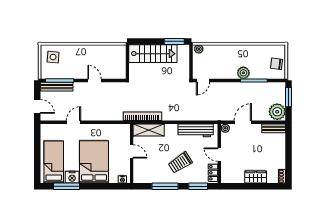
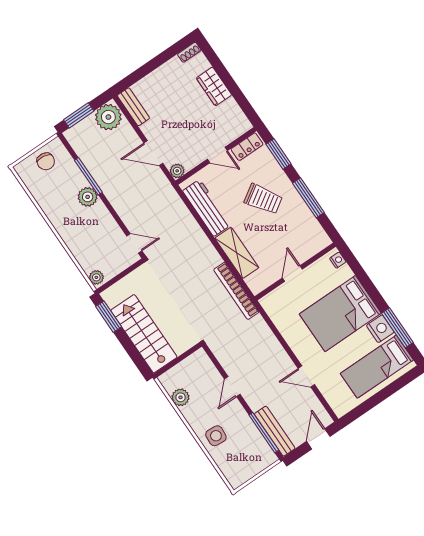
plant: (107, 50) -> (181, 397), added
side table: (53, 57) -> (216, 436), moved
shelving: (149, 130) -> (237, 253), moved
door: (219, 155) -> (217, 155), hinge flipped

